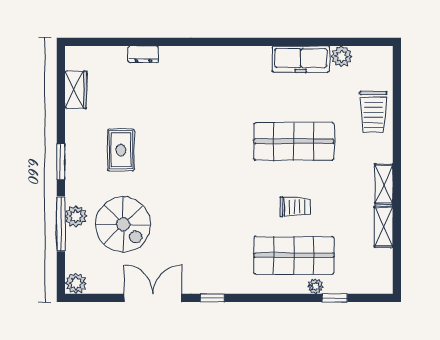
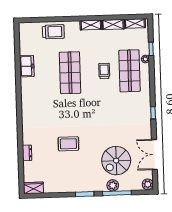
plant: (342, 56) -> (25, 49), removed
freezer: (301, 59) -> (27, 66), width x0.71
wardrobe: (76, 90) -> (33, 188), moved
rug: (121, 150) -> (68, 144), moved
spiral stairs: (123, 224) -> (116, 161), turned 180
shelving: (384, 269) -> (135, 23), added
double door: (153, 298) -> (154, 155), moved

